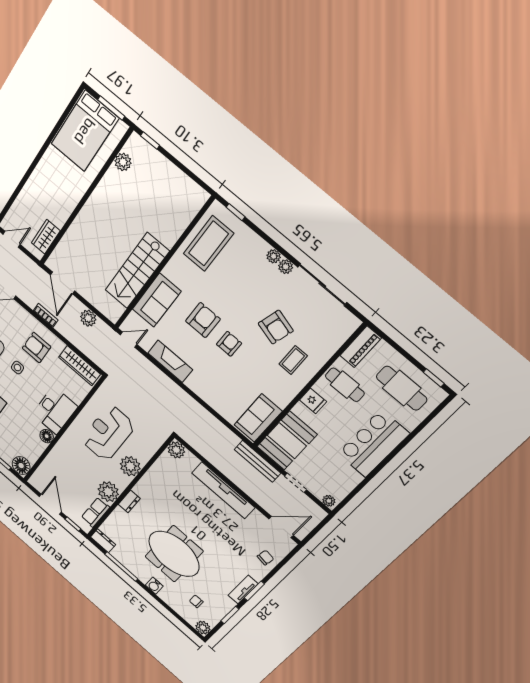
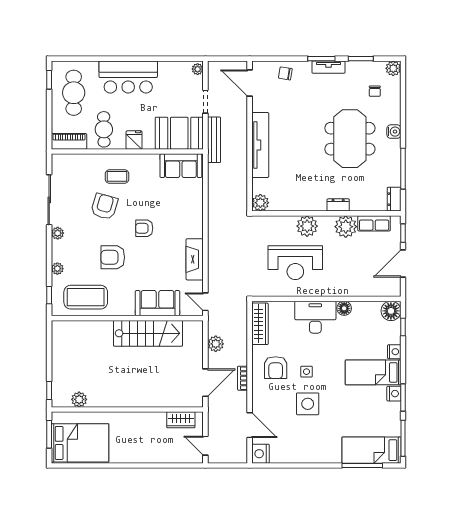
plant: (274, 256) -> (57, 269), moved
armchair: (203, 320) -> (113, 257), moved

